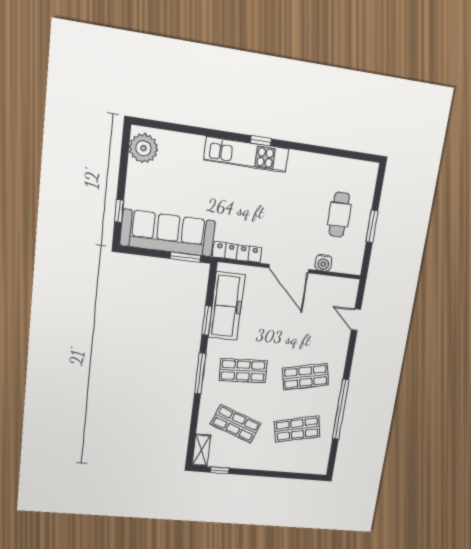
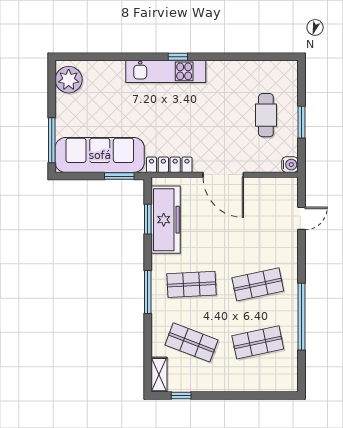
window: (119, 211) -> (52, 140), width x2.17
water cooler: (323, 263) -> (290, 165), moved, turned -90
window: (207, 320) -> (148, 219), moved
door: (356, 320) -> (301, 218), swing flipped

